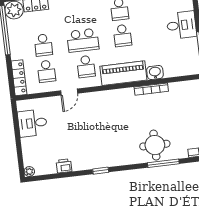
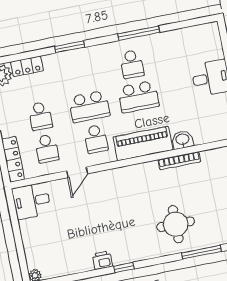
school desk: (123, 36) -> (138, 97), width x1.85
desk: (32, 123) -> (32, 201), moved
round table: (155, 145) -> (176, 224), moved
printer: (64, 166) -> (102, 260), moved

